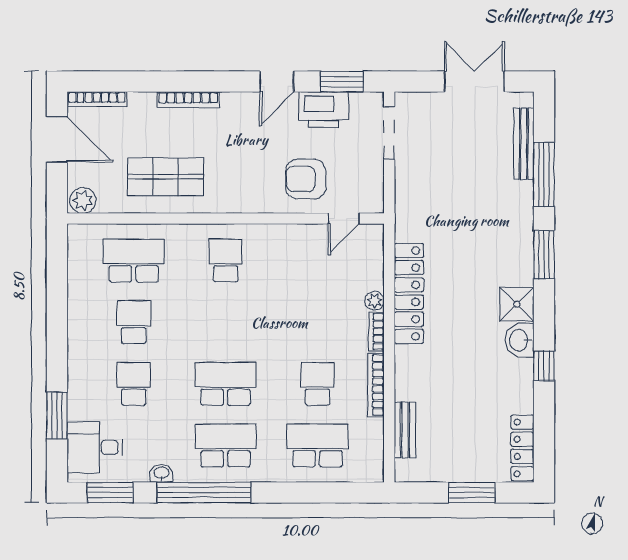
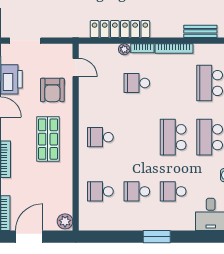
shop shelf: (166, 177) -> (48, 139), moved
school desk: (134, 260) -> (100, 191), width x0.54
school desk: (317, 384) -> (137, 83), moved
window: (57, 416) -> (157, 237), moved

